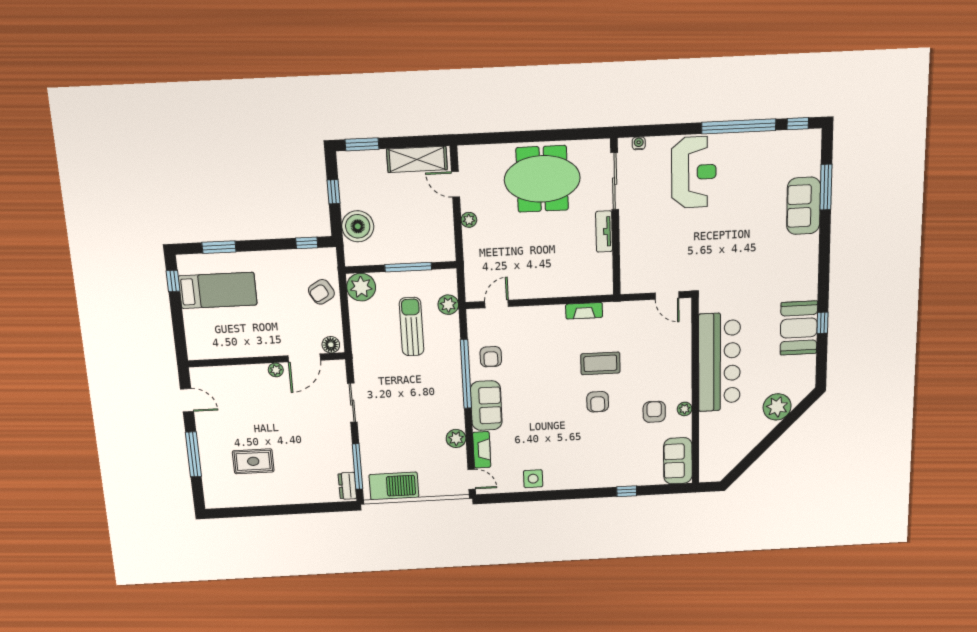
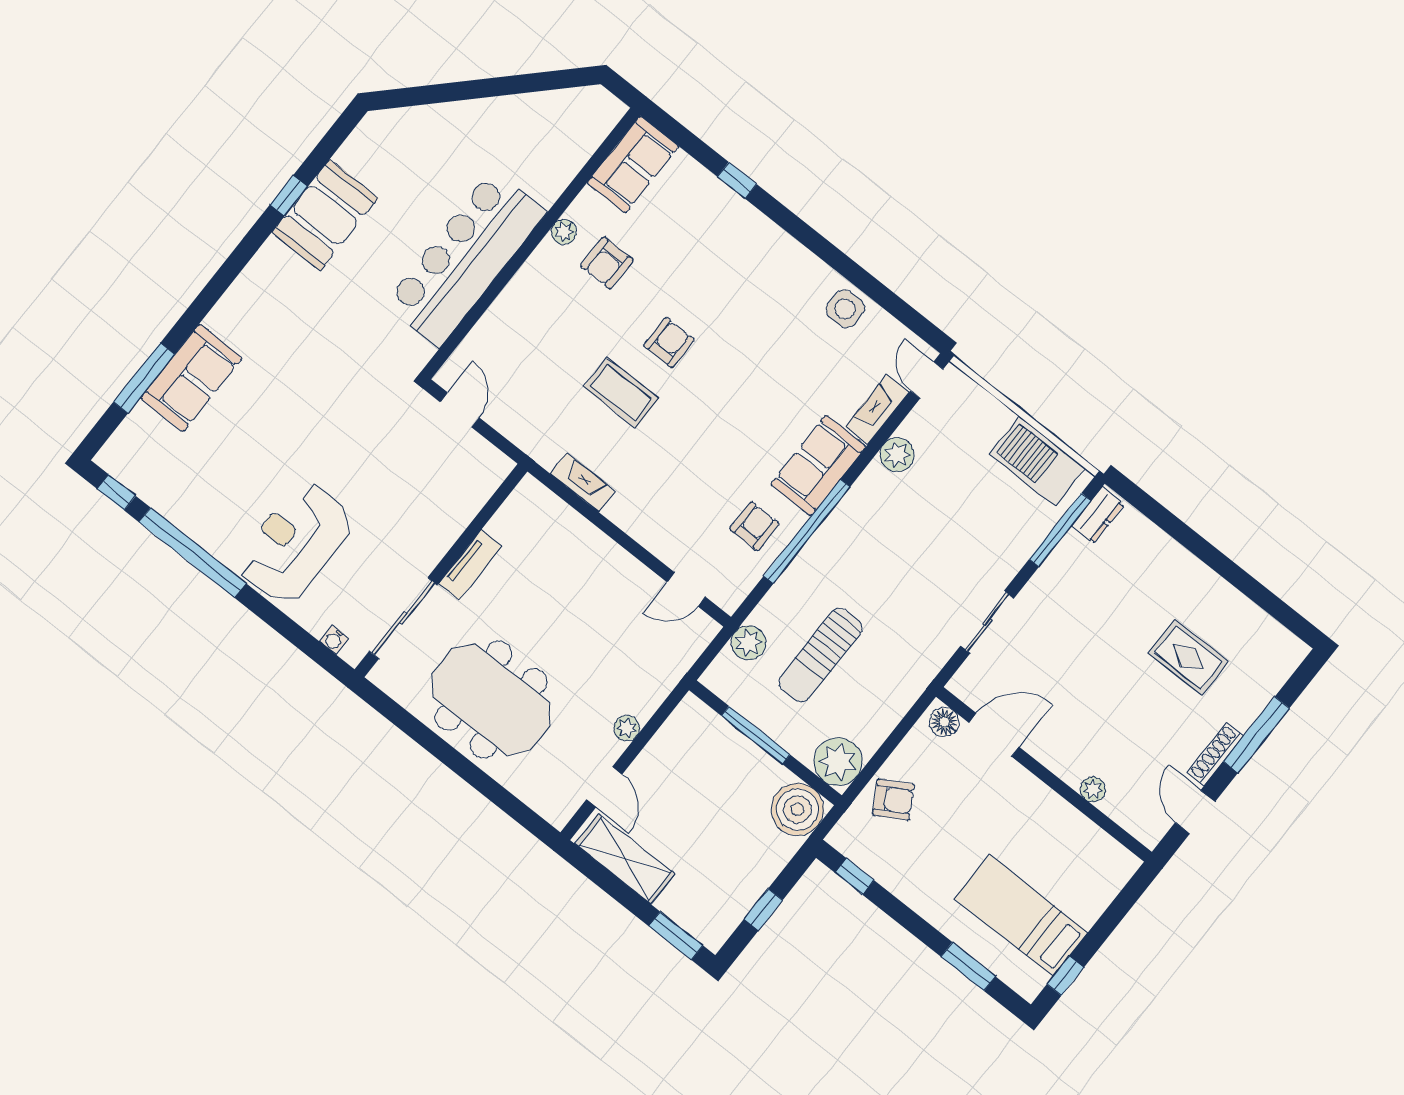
boiler: (358, 226) -> (797, 809), moved
plant: (276, 370) -> (1093, 789), moved
plant: (777, 407) -> (440, 127), removed
shoe rack: (203, 432) -> (1215, 754), added

